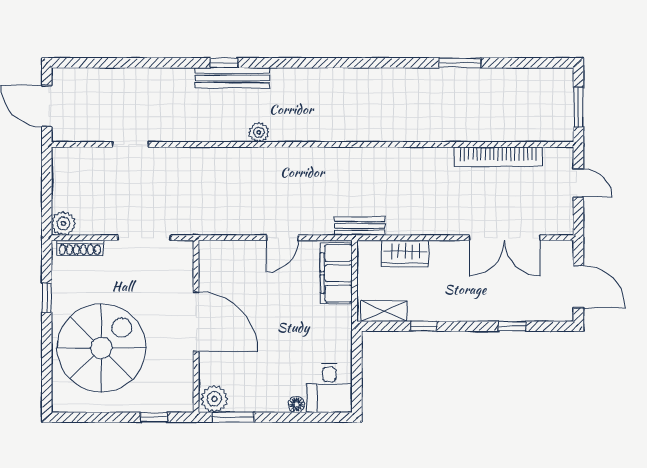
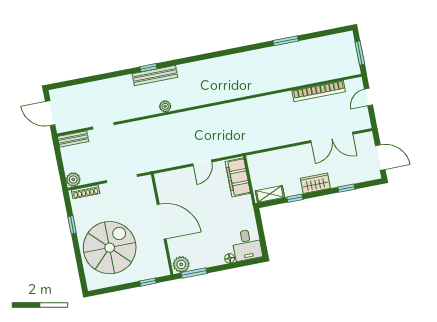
plant: (259, 132) -> (165, 106), moved
door: (578, 183) -> (368, 97), swing flipped
bench: (360, 226) -> (73, 139), moved
wardrobe: (405, 253) -> (315, 183), moved, turned 180

